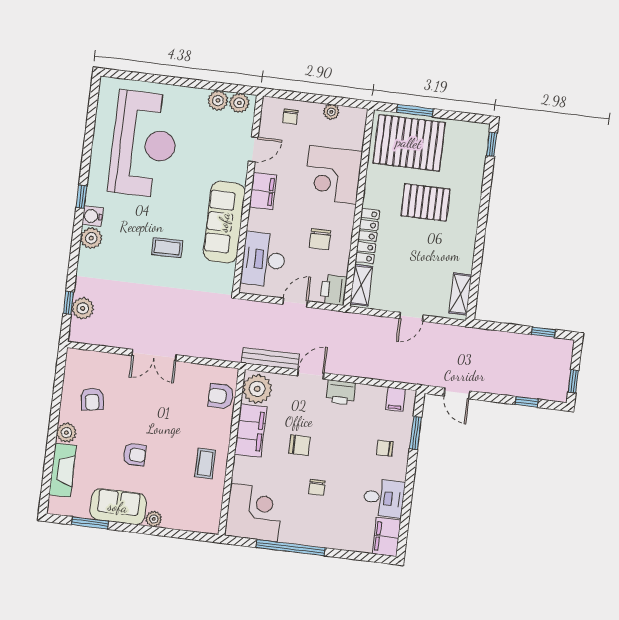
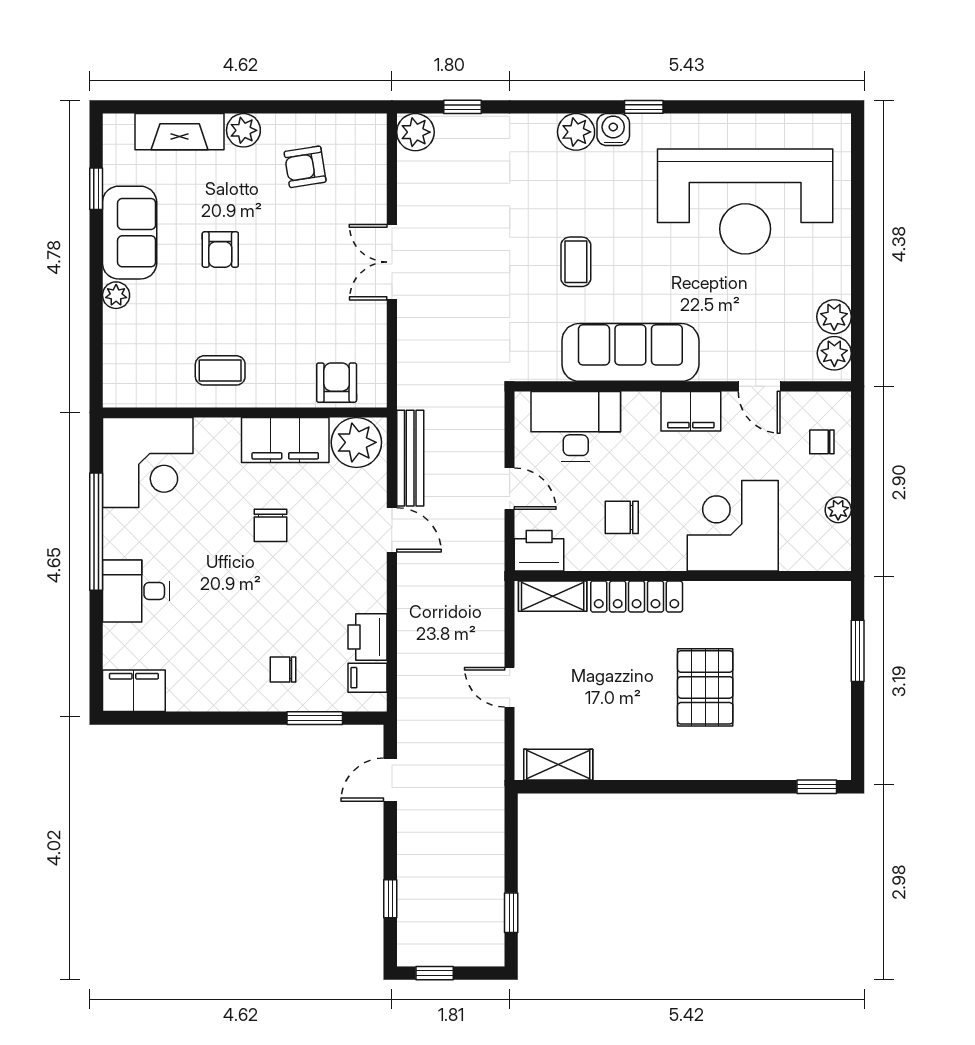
pallet: (409, 143) -> (802, 647), removed
plant: (83, 308) -> (415, 132), moved
printer: (341, 393) -> (368, 637), moved
chair: (385, 448) -> (283, 670), turned -90
chair: (317, 487) -> (203, 563), removed
desk: (384, 498) -> (136, 591), moved, turned 90
window: (90, 523) -> (96, 189), width x0.67

